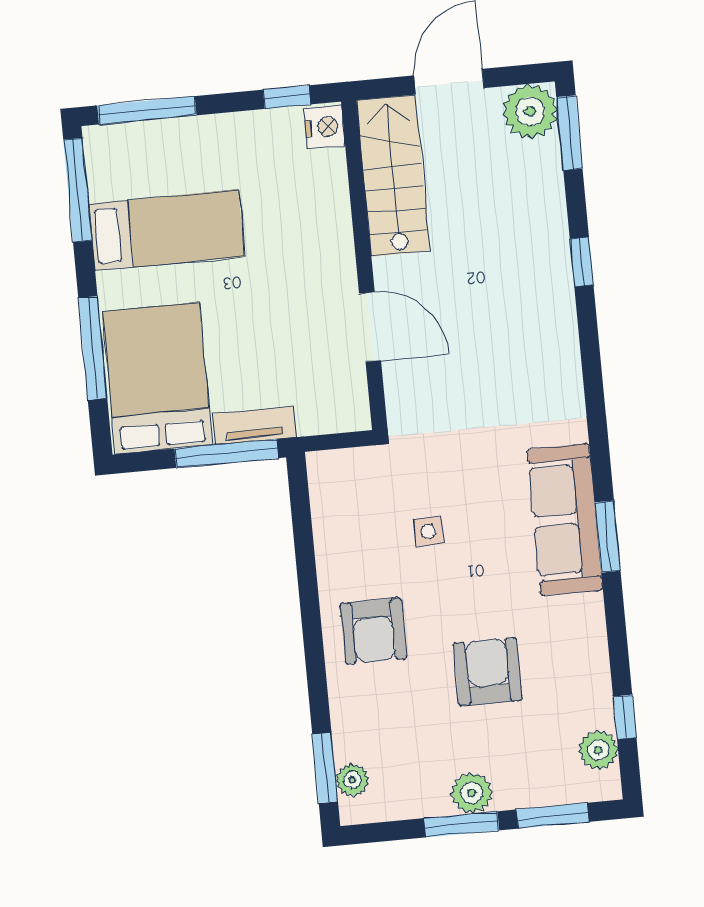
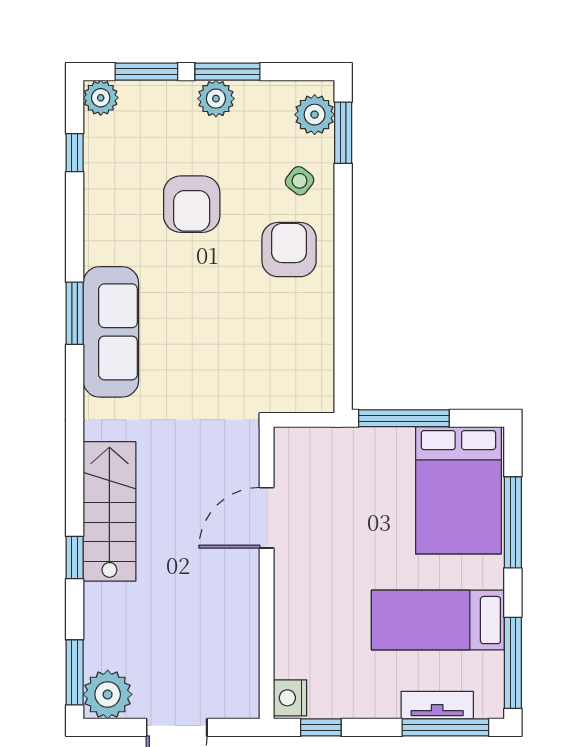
stairs: (393, 176) -> (109, 511), moved, turned 180
door: (370, 327) -> (267, 518), hinge flipped
tv unit: (255, 426) -> (437, 705), moved, turned 180
side table: (428, 531) -> (299, 181), moved, turned 38
plant: (598, 750) -> (101, 98), moved
plant: (352, 780) -> (315, 115), width x1.38, depth x1.38

